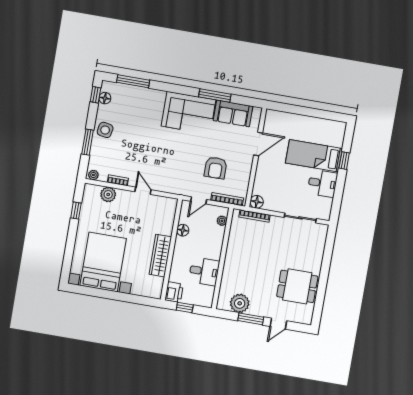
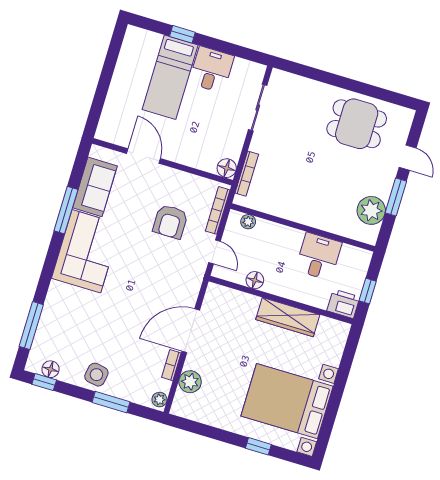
armchair: (216, 168) -> (170, 222), turned 90
door: (143, 191) -> (191, 331), width x1.87
window: (76, 211) -> (258, 446), moved
dining table: (297, 286) -> (357, 124), turned 90

